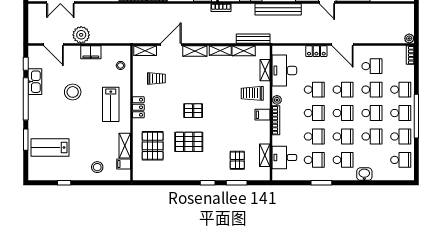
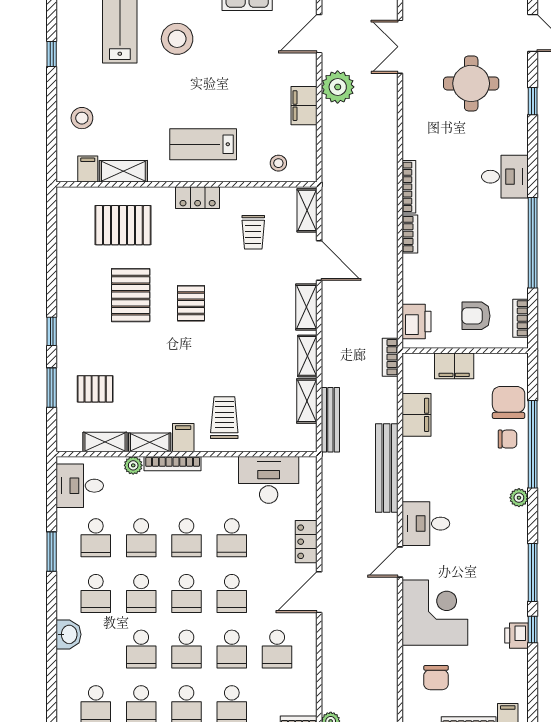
shelving: (265, 70) -> (150, 442), moved
stool: (73, 92) -> (177, 39), moved
plant: (277, 100) -> (133, 465), moved
desk: (284, 158) -> (80, 486), moved, turned -90

